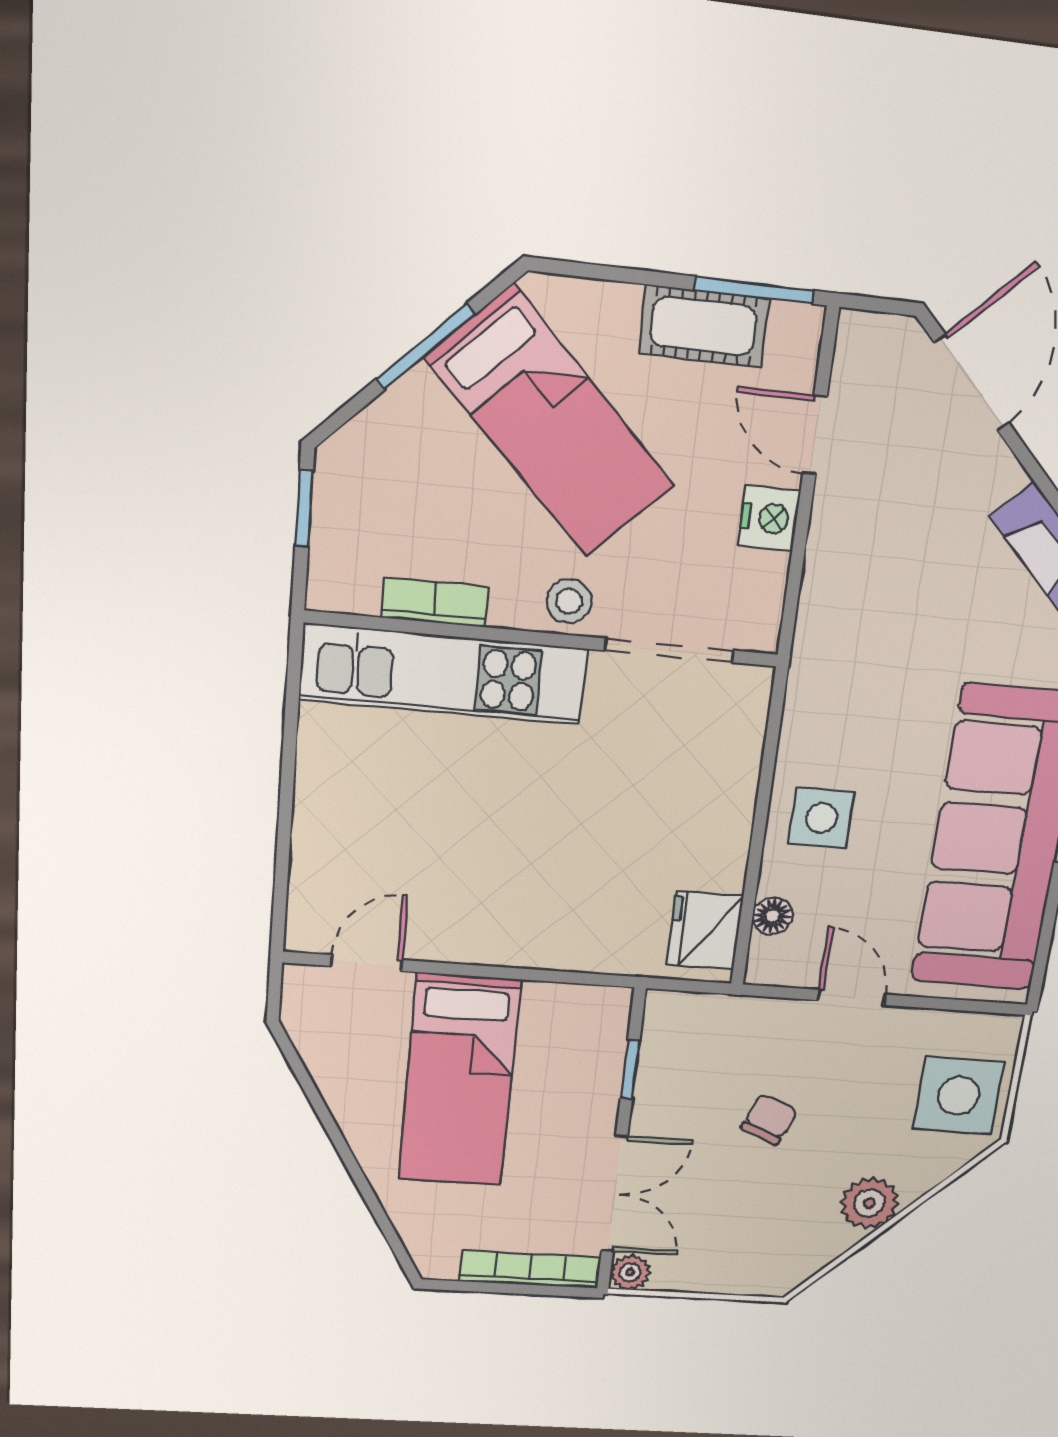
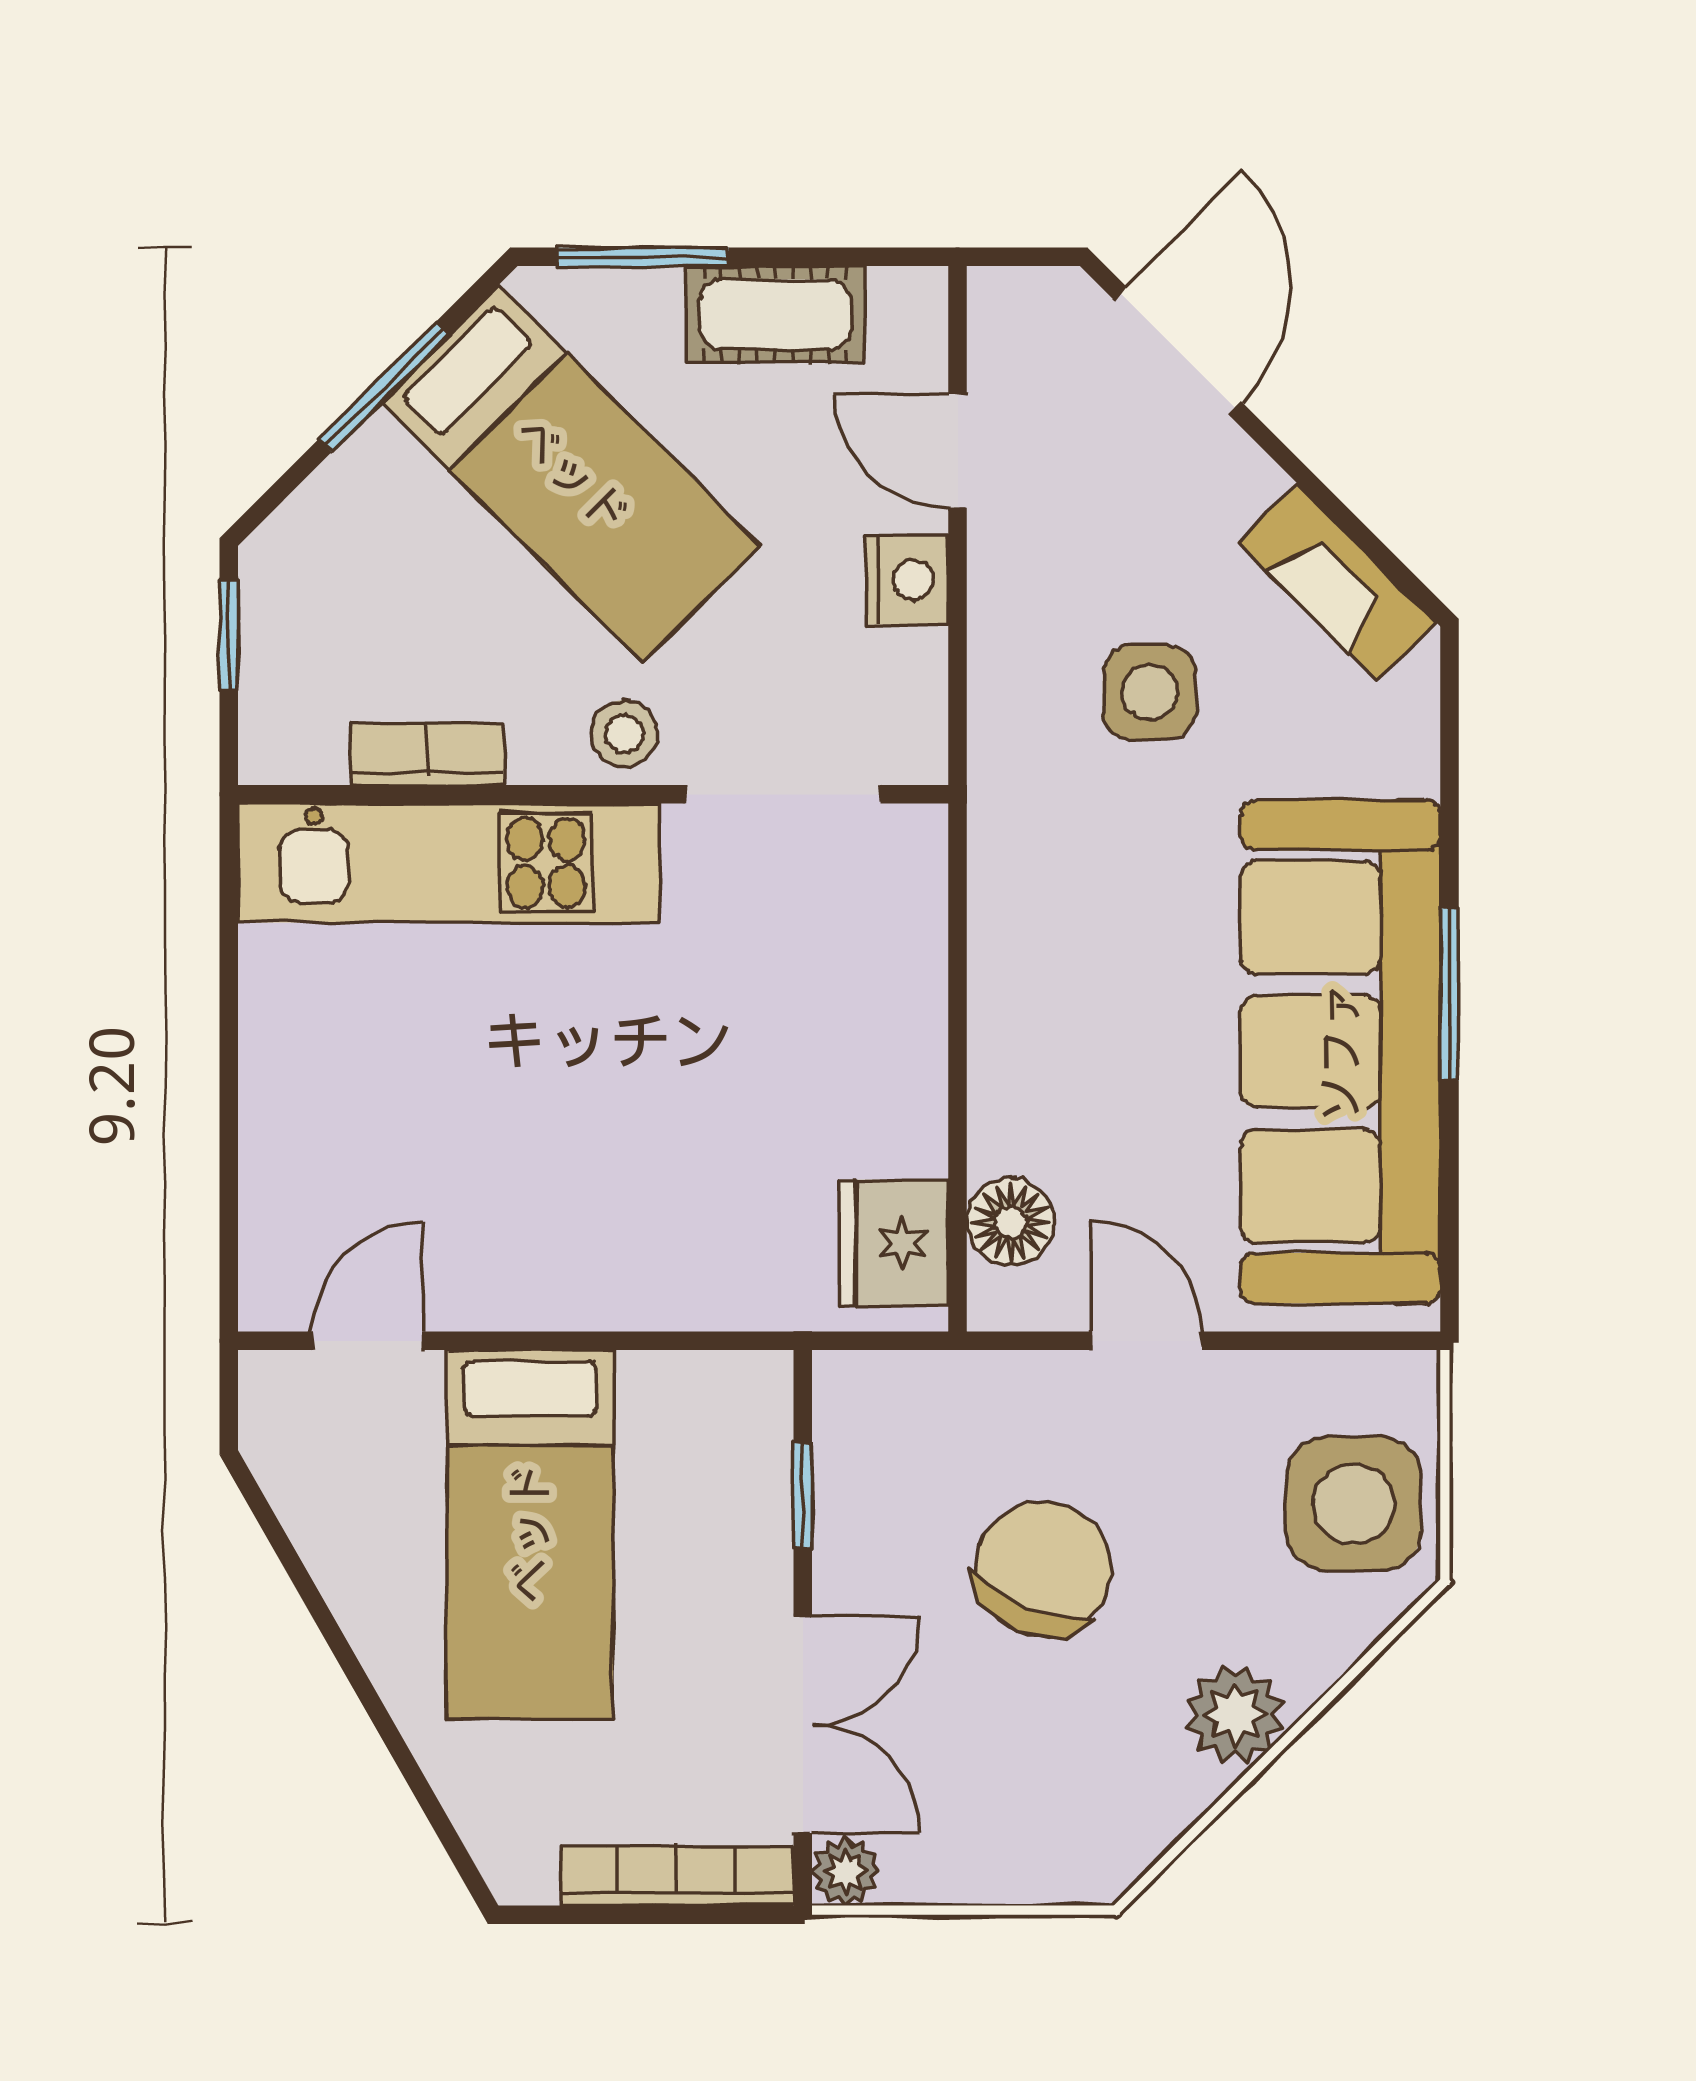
window: (754, 290) -> (643, 257), moved
side table: (821, 818) -> (1150, 692), moved
floor lamp: (772, 916) -> (1011, 1222), width x1.37, depth x1.37
chair: (769, 1119) -> (1043, 1569), width x1.87, depth x1.87

